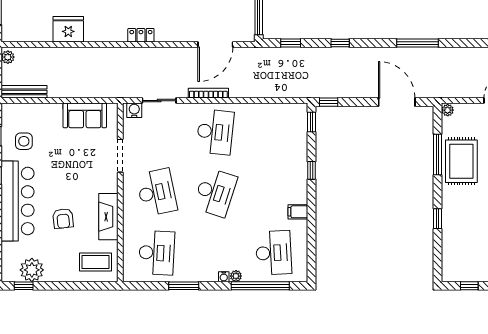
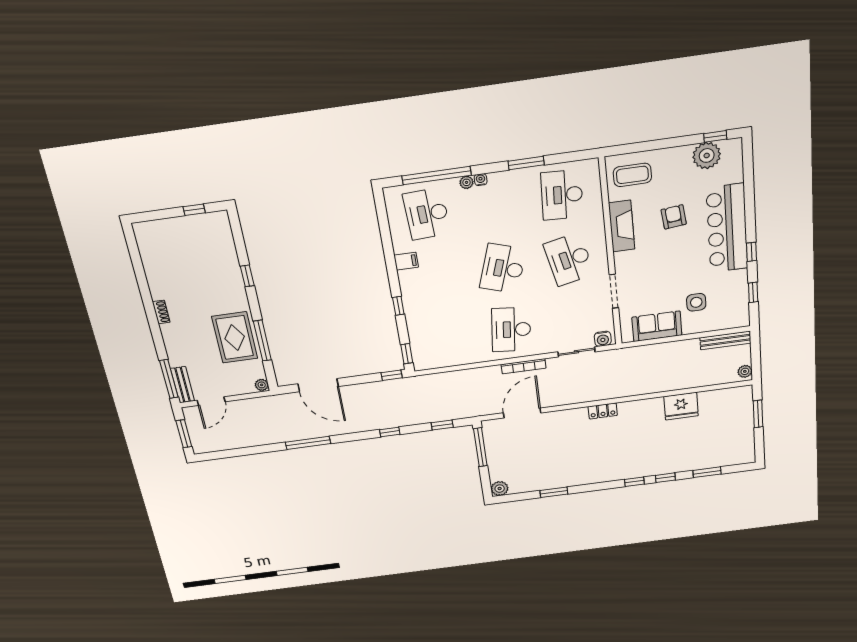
side table: (24, 141) -> (696, 302), moved

